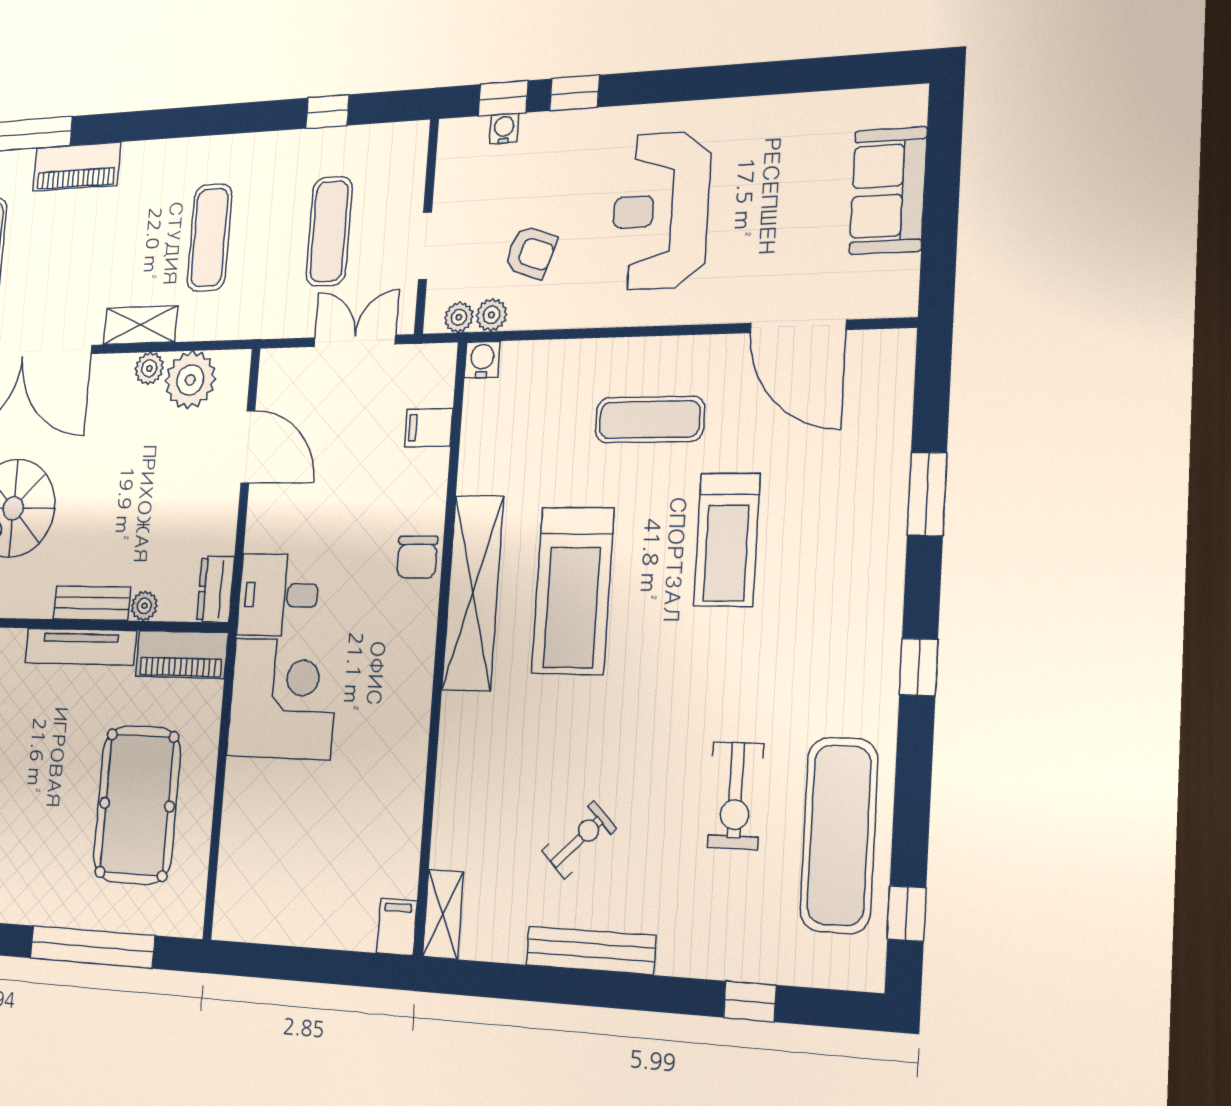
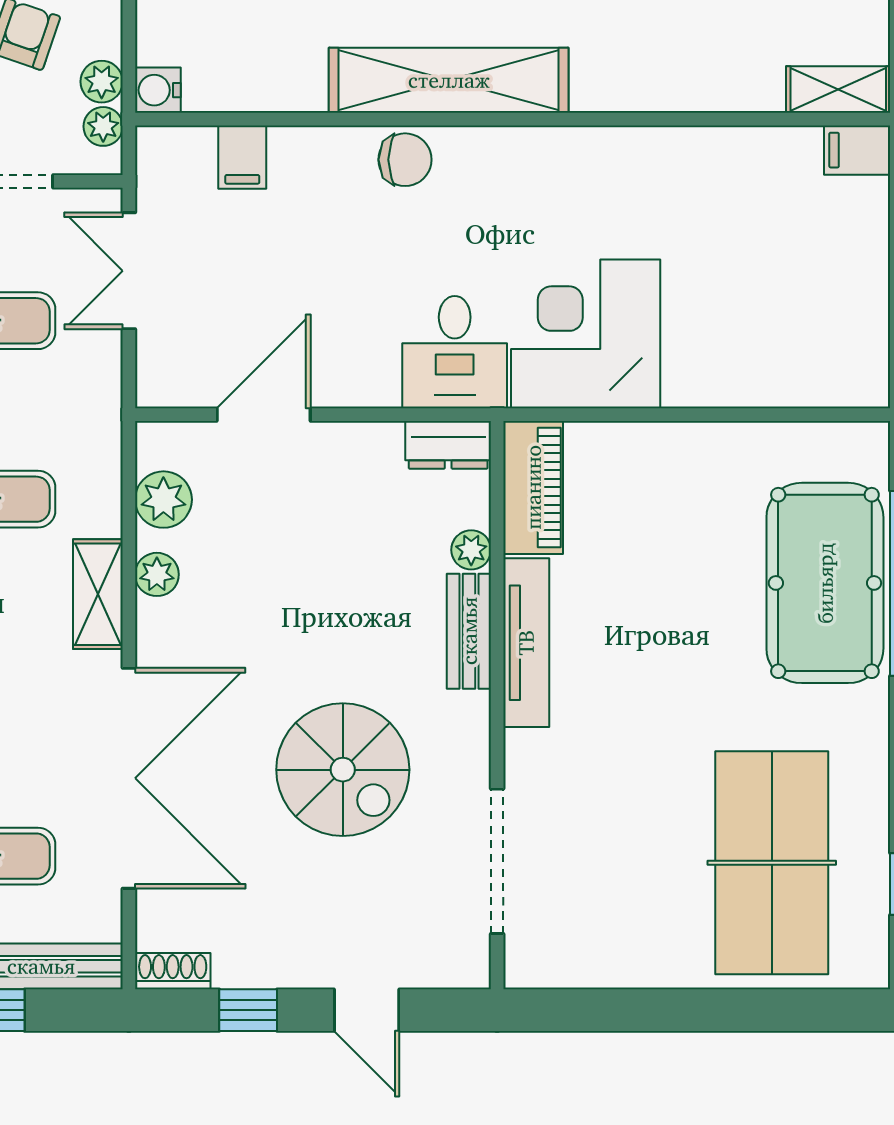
plant: (190, 380) -> (163, 500), width x0.73, depth x0.73
pool table: (137, 805) -> (825, 583), moved, turned 90

